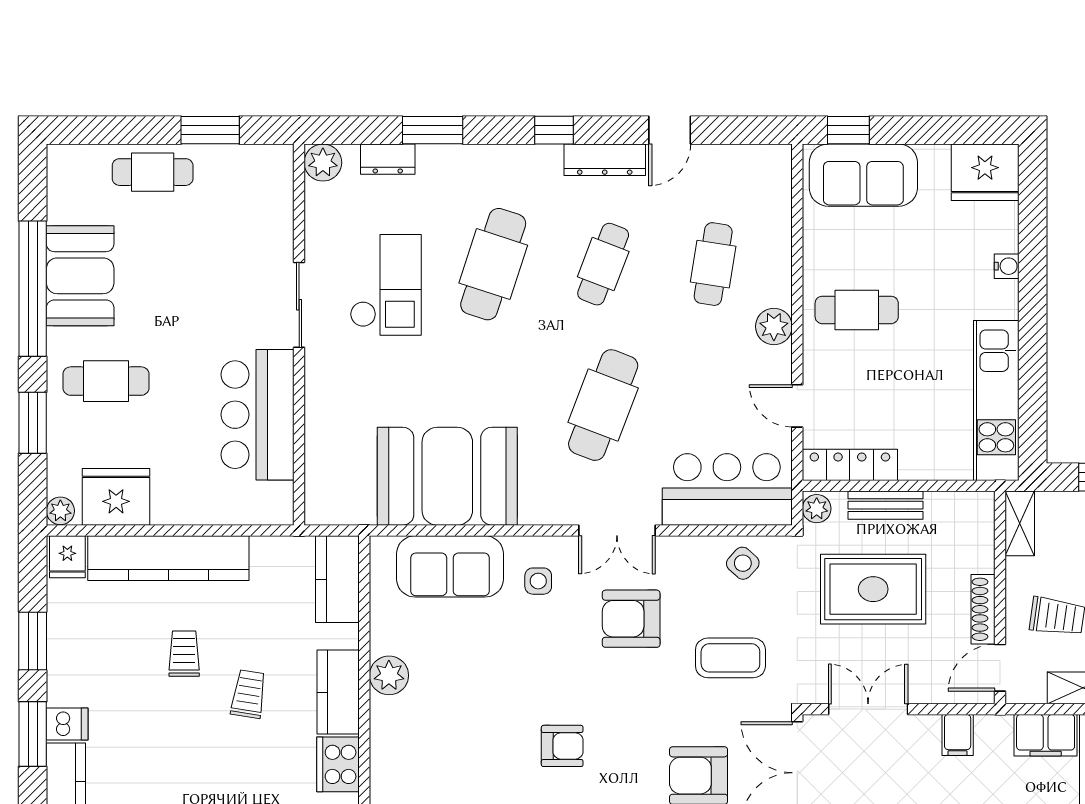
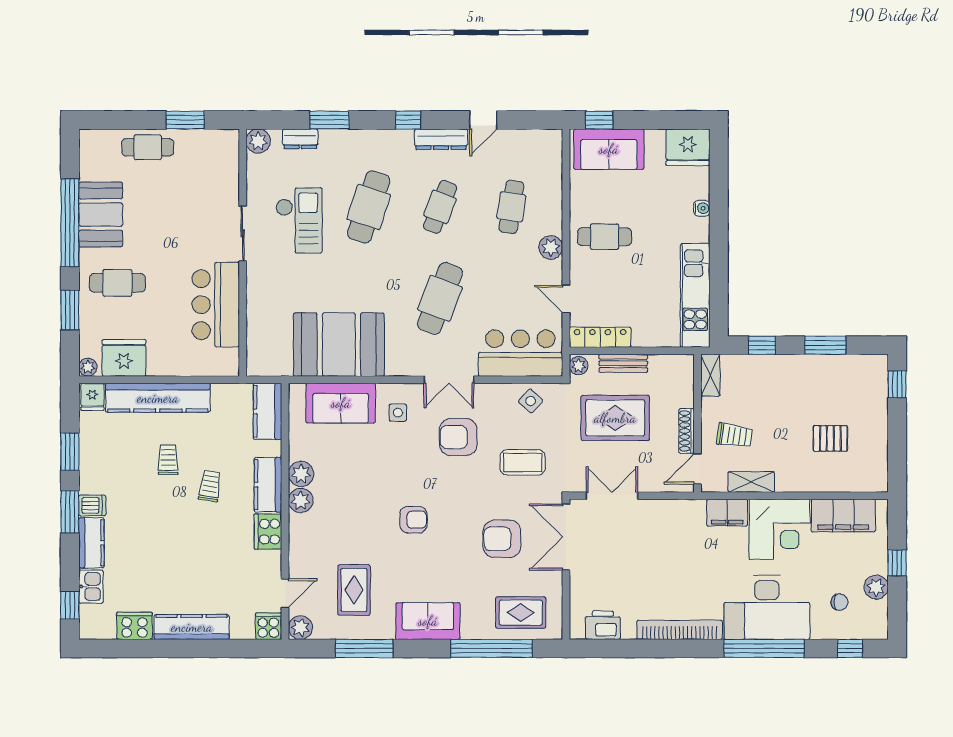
plant: (388, 716) -> (301, 500), added
filing cabinet: (958, 735) -> (670, 512), removed

